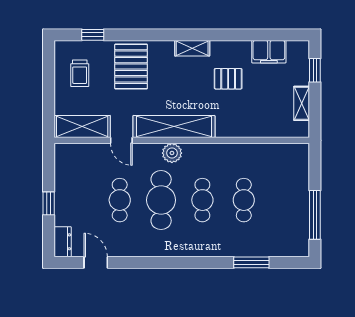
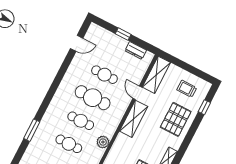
pallet: (131, 67) -> (176, 119), turned 90
shelving: (174, 126) -> (134, 119), width x0.68
door: (121, 140) -> (137, 93), hinge flipped
plant: (172, 153) -> (103, 142), moved
dresser: (63, 242) -> (136, 50), moved

